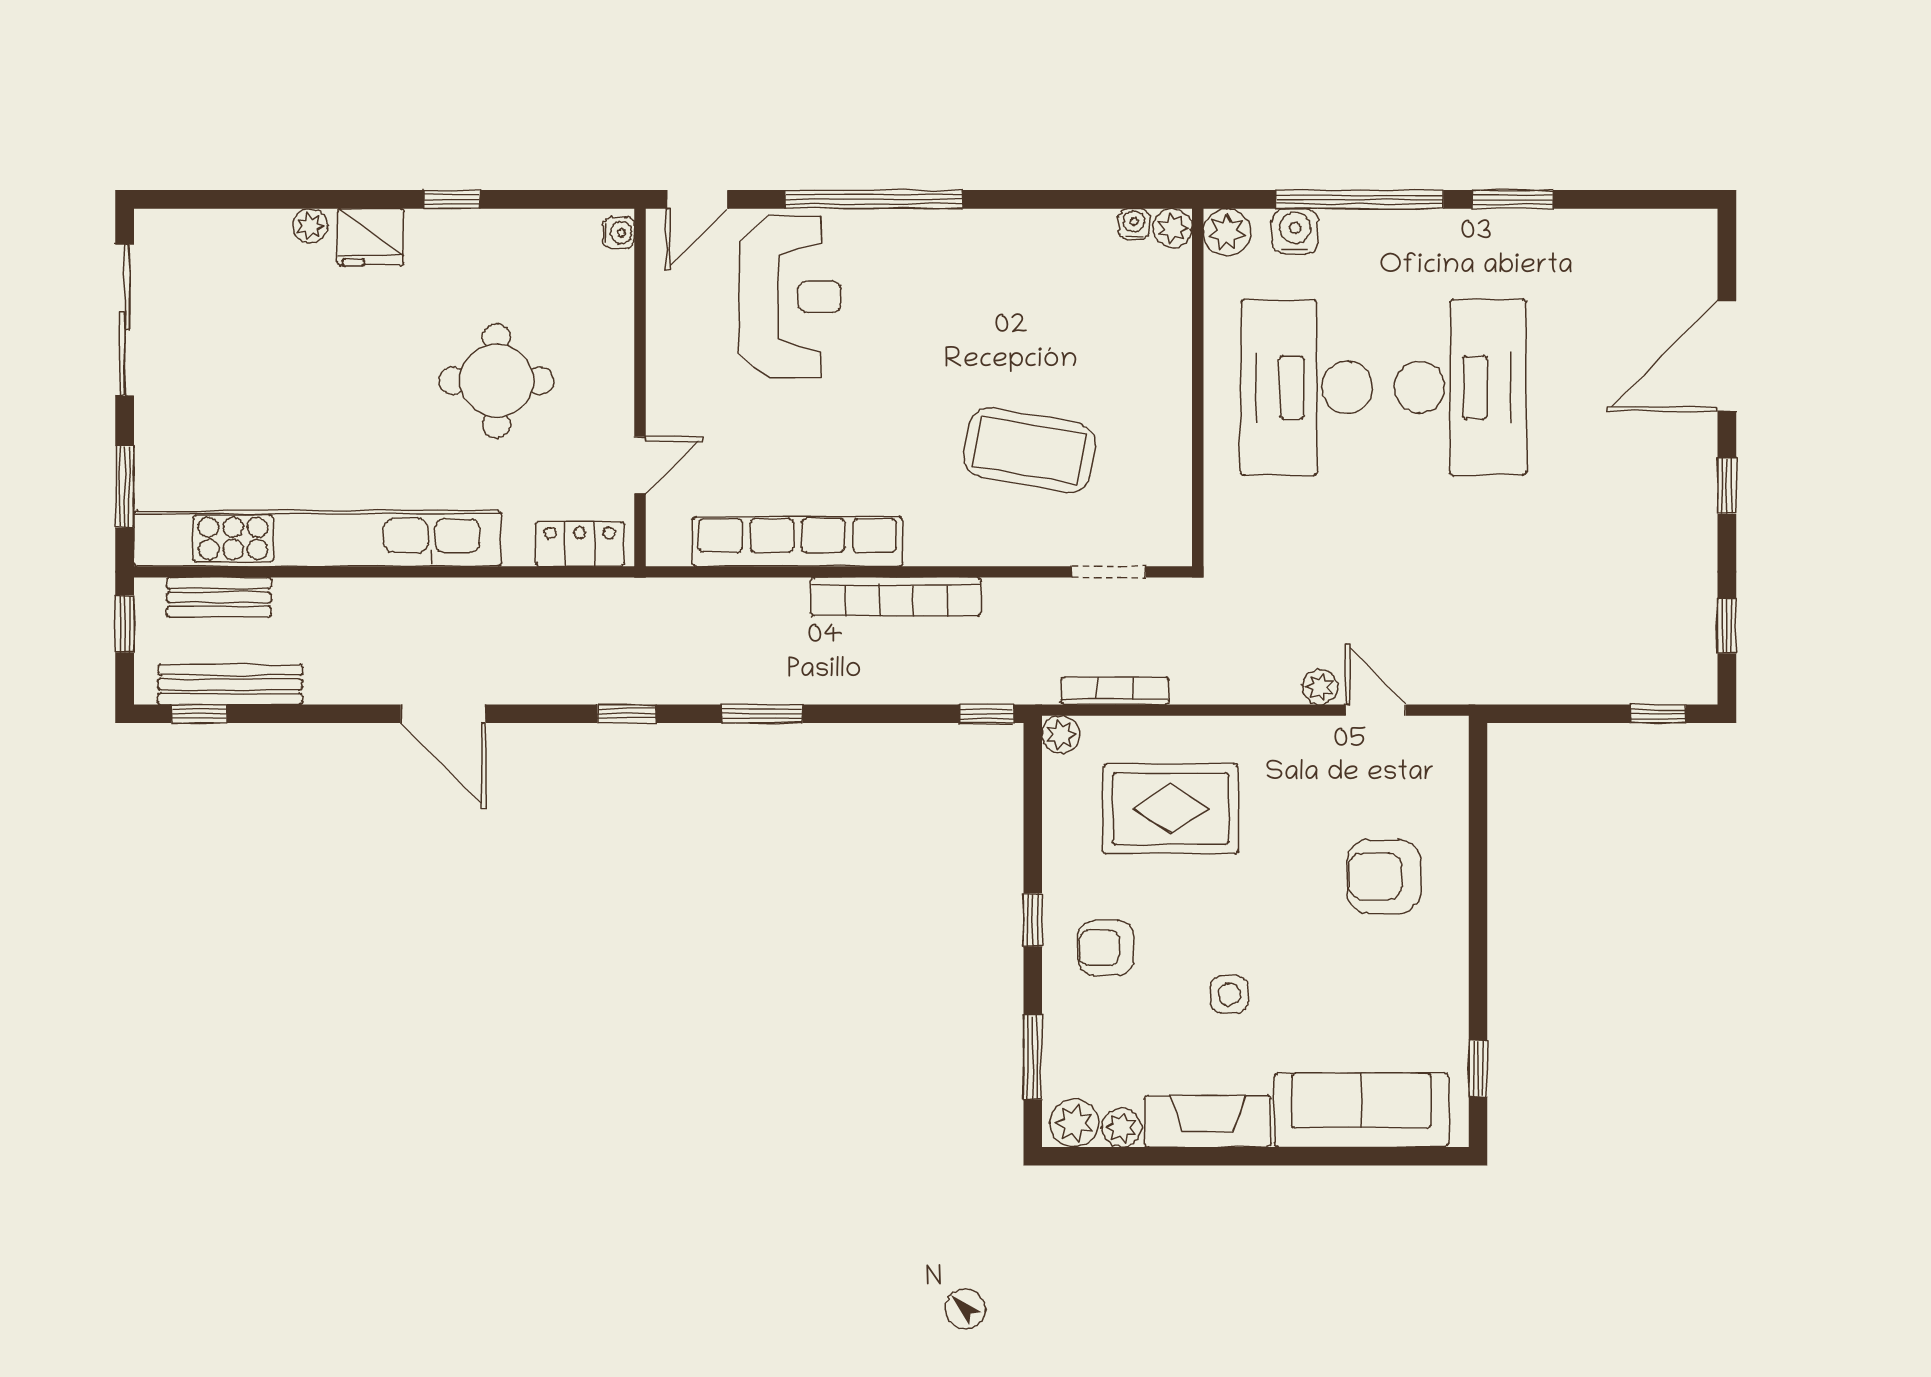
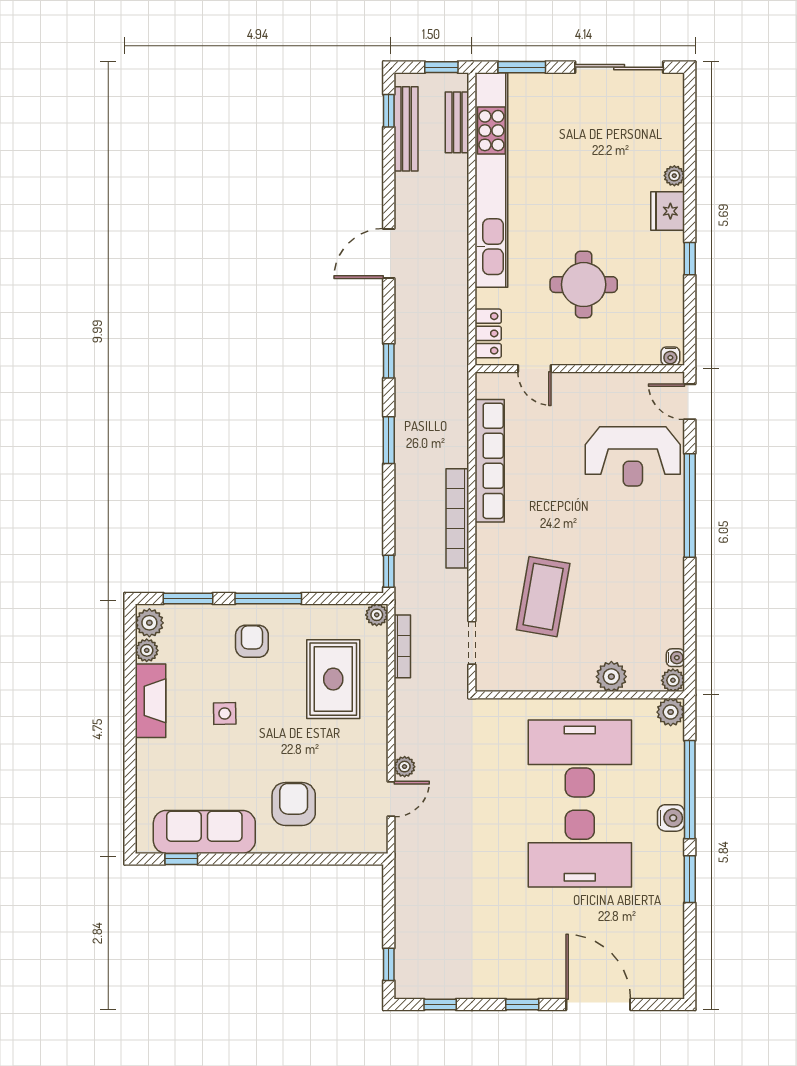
water cooler: (1295, 231) -> (671, 818), moved
plant: (1166, 333) -> (611, 677), added
window: (1033, 920) -> (268, 598), width x2.17
sofa: (1361, 1110) -> (204, 832), moved, turned -90

